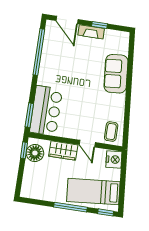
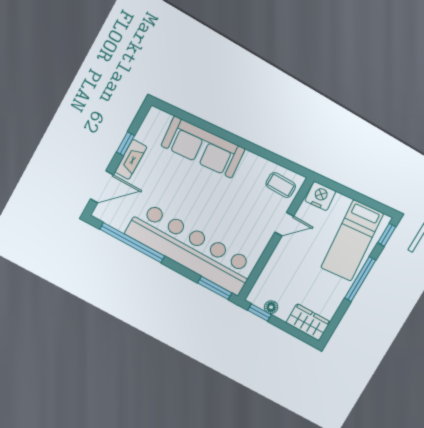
sofa: (116, 74) -> (203, 147), width x1.36
bar counter: (46, 111) -> (191, 249), width x1.86
wardrobe: (63, 151) -> (308, 322), moved, turned -90
floor lamp: (35, 153) -> (271, 307), width x0.53, depth x0.53

